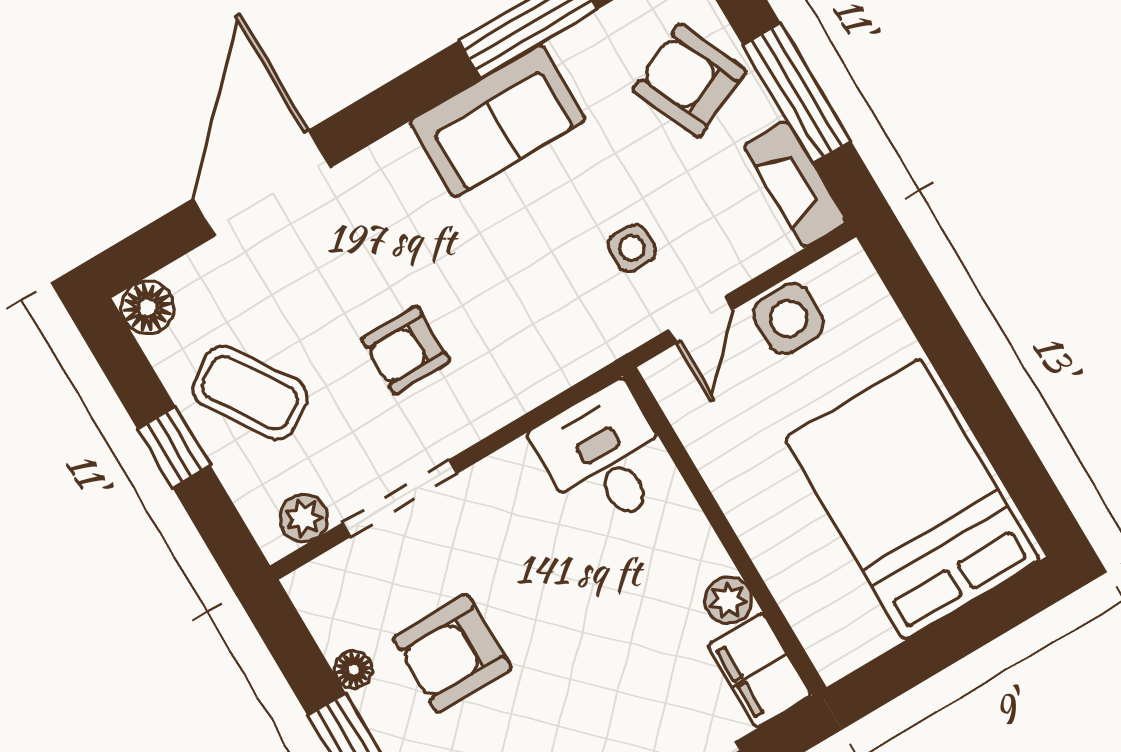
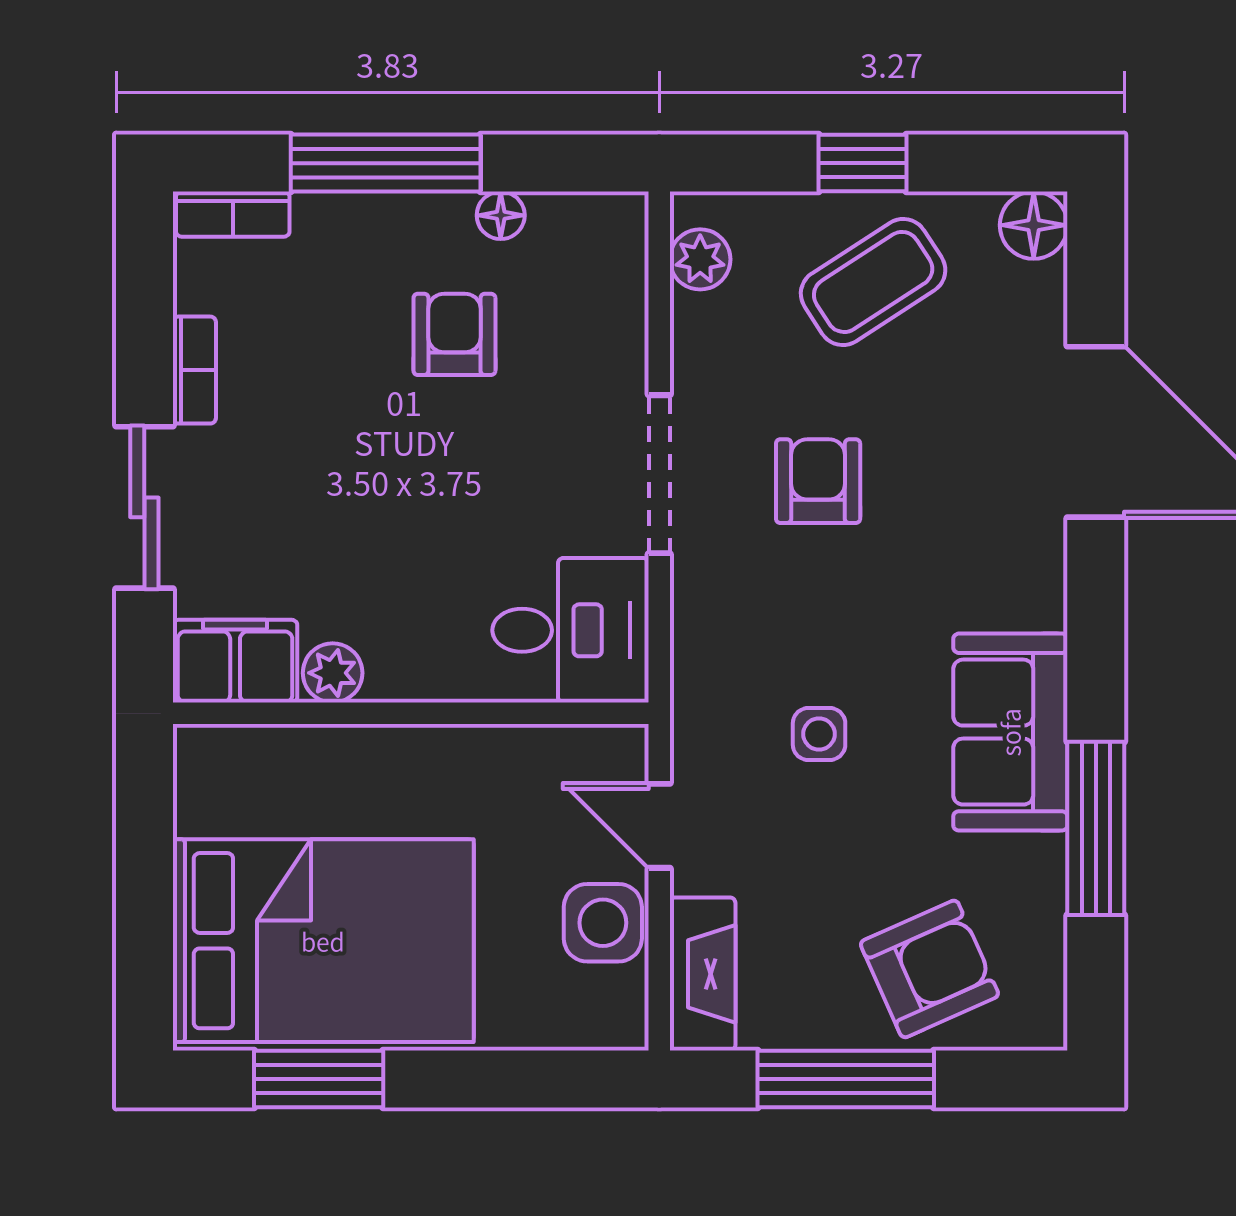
fireplace: (795, 184) -> (703, 974), moved, turned 90
side table: (632, 248) -> (819, 734), moved
window: (1007, 447) -> (319, 1079), added
doorway: (400, 498) -> (659, 474), moved
armchair: (452, 653) -> (454, 334), width x0.72, depth x0.72

